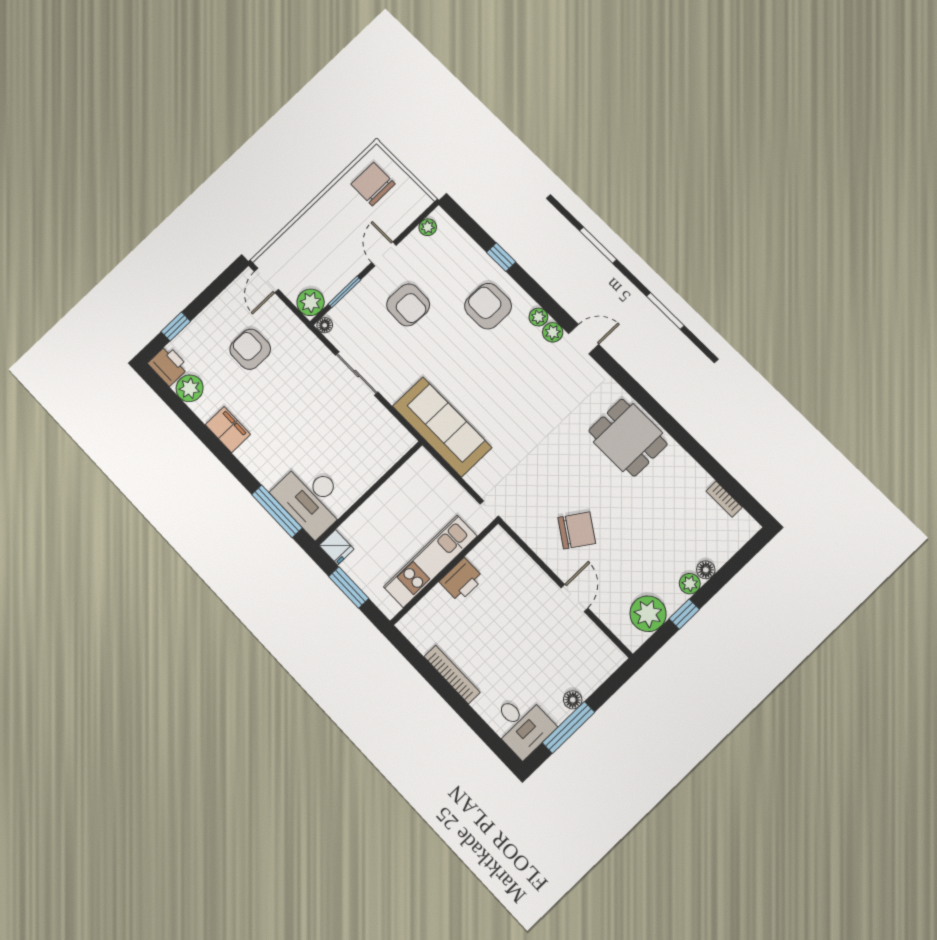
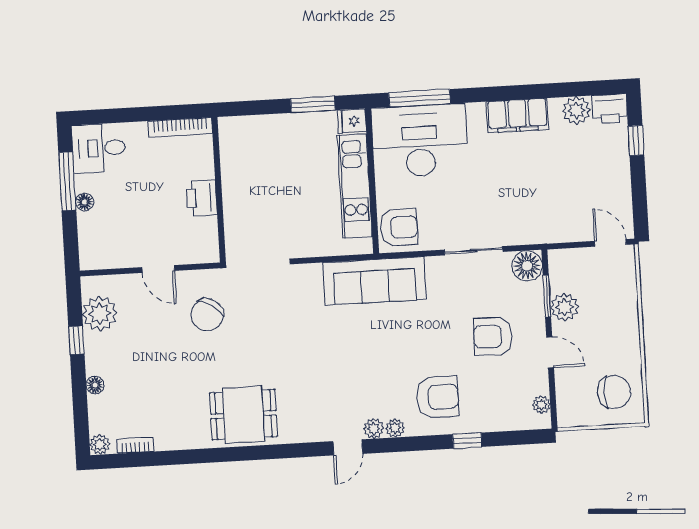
plant: (310, 302) -> (565, 307), moved
floor lamp: (325, 325) -> (527, 266), width x1.89, depth x1.89
armchair: (250, 349) -> (399, 227), moved
filing cabinet: (228, 430) -> (517, 116), width x1.50, depth x1.17
desk: (311, 498) -> (420, 141), width x1.36, depth x1.30
kitchen unit: (430, 561) -> (355, 186), moved, turned 180
wall: (444, 572) -> (219, 190), moved
printer: (461, 580) -> (202, 198), moved
plant: (690, 584) -> (100, 444), moved

